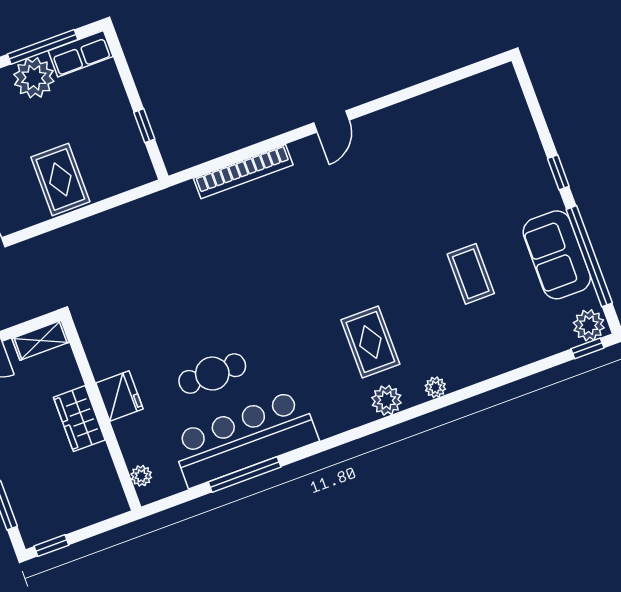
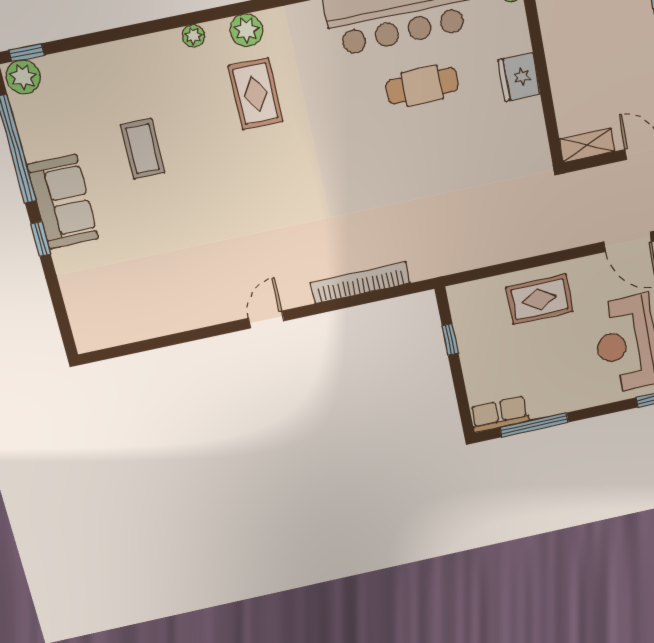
plant: (34, 78) -> (548, 398), removed
rug: (60, 179) -> (540, 299), turned 90
sofa: (557, 255) -> (63, 202), moved
wardrobe: (79, 419) -> (563, 60), removed

